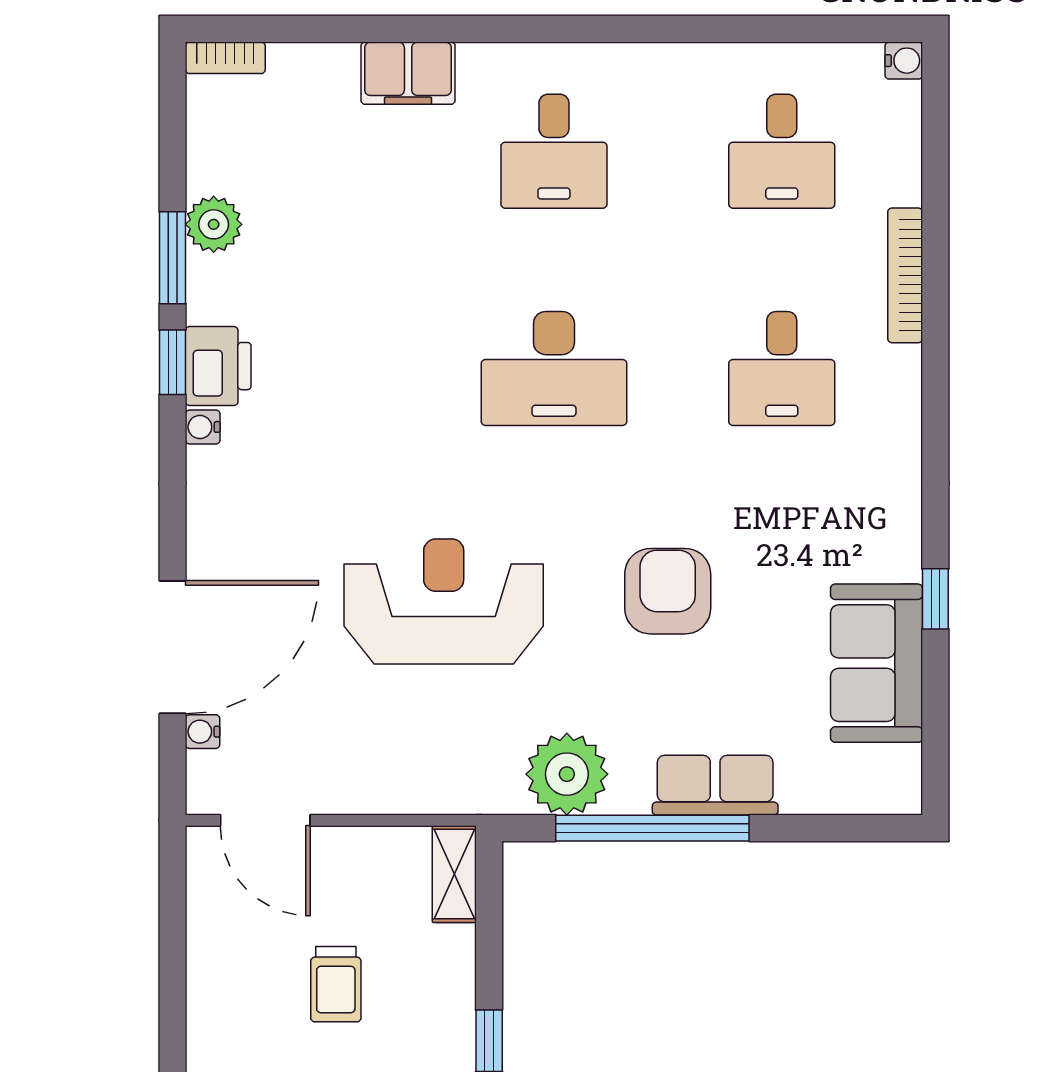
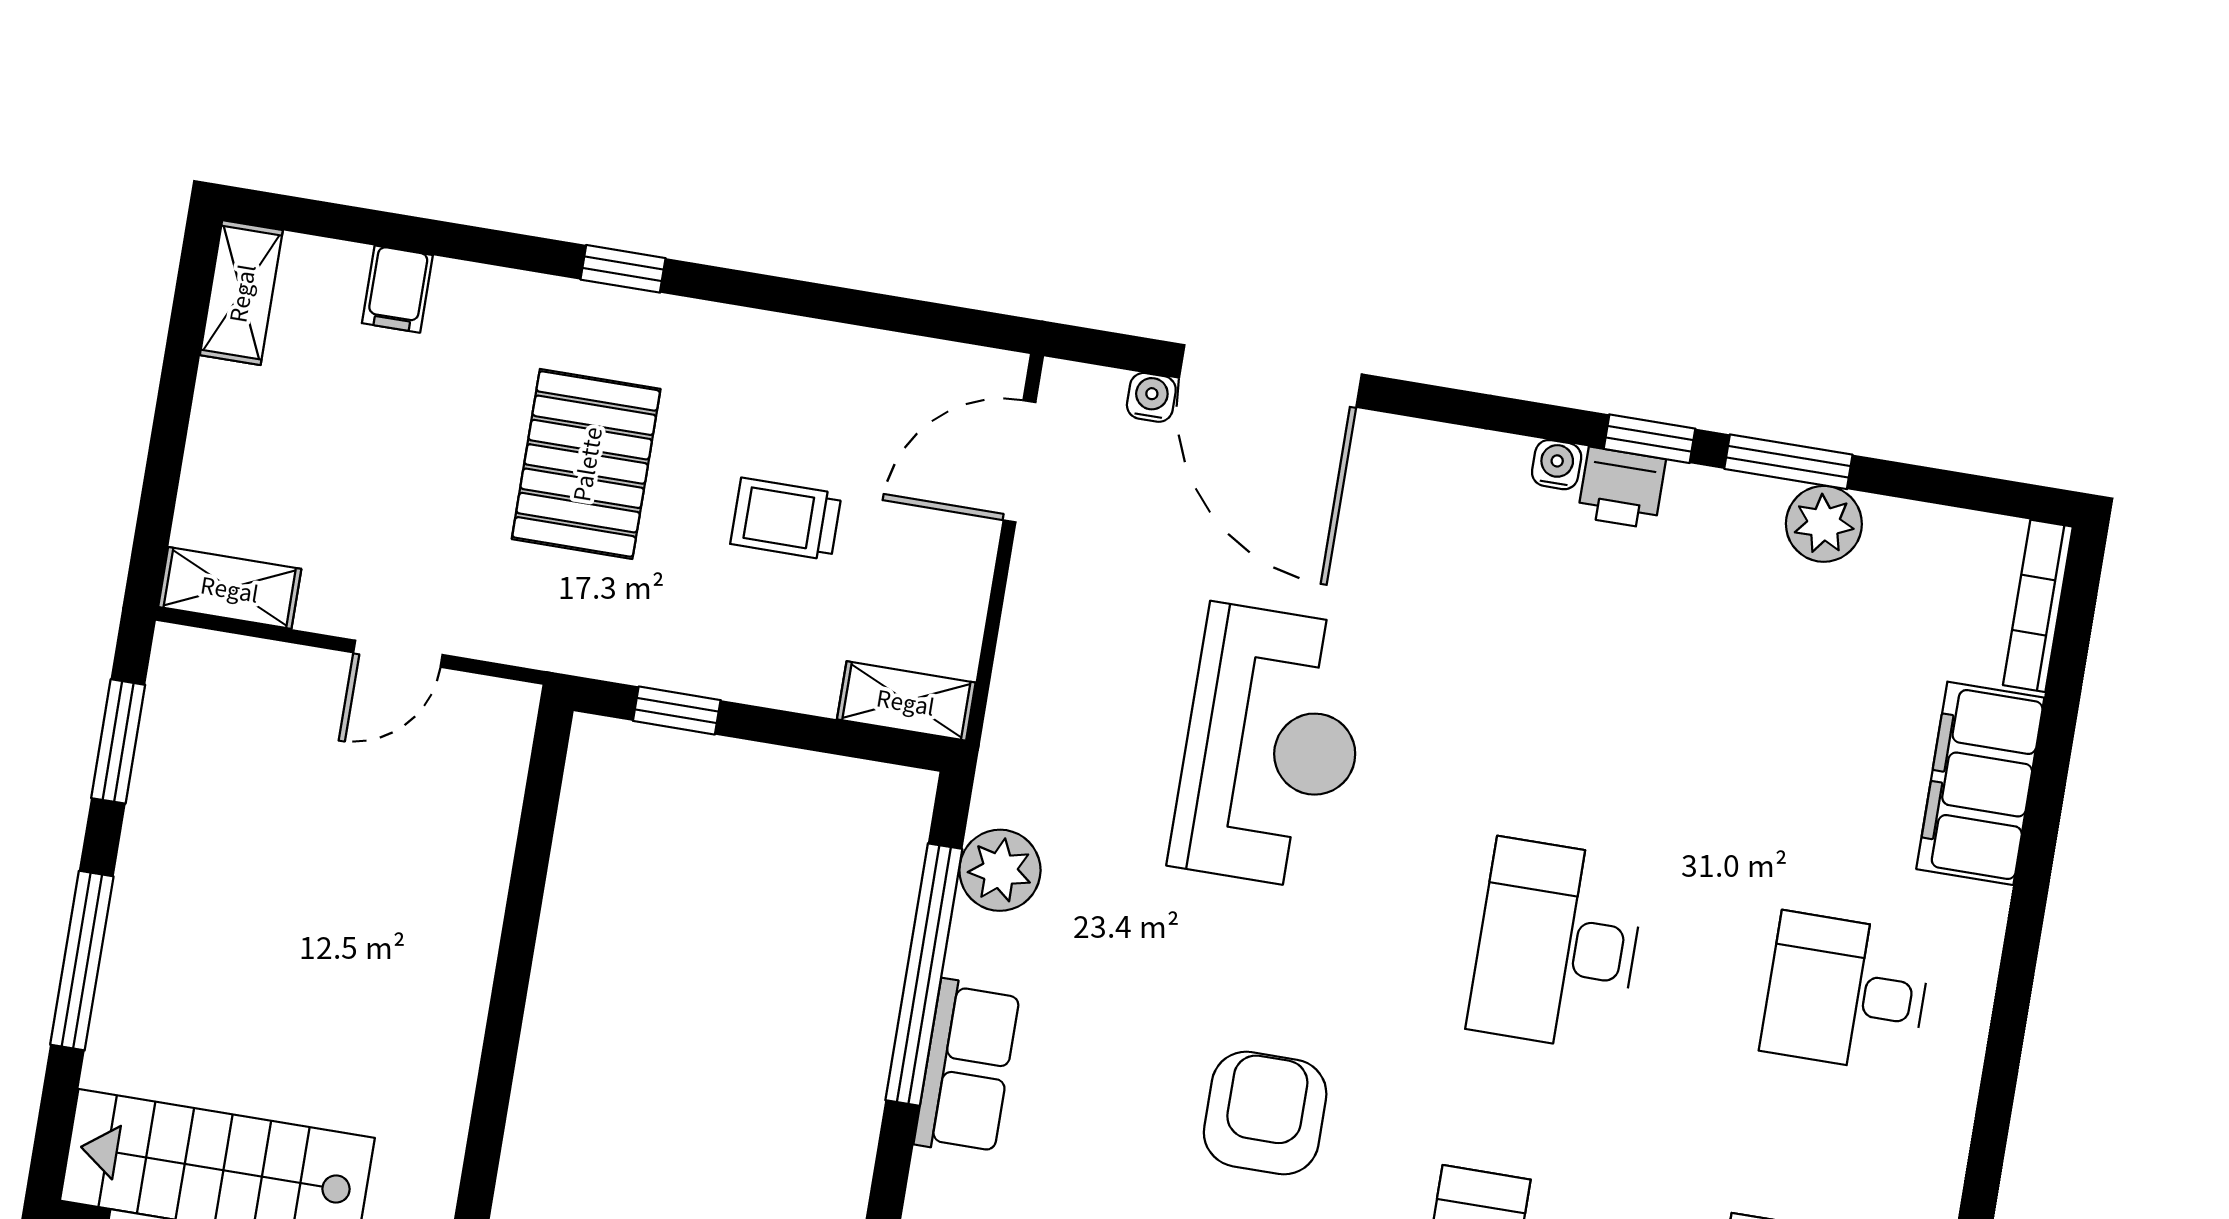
bookcase: (225, 58) -> (2038, 606), width x1.56
filing cabinet: (408, 73) -> (1980, 783), width x1.50, depth x1.17
printer: (218, 366) -> (1622, 488), width x0.73, depth x0.81
armchair: (668, 591) -> (1265, 1113), moved, turned -90
plant: (567, 774) -> (1000, 870), width x0.73, depth x0.73

